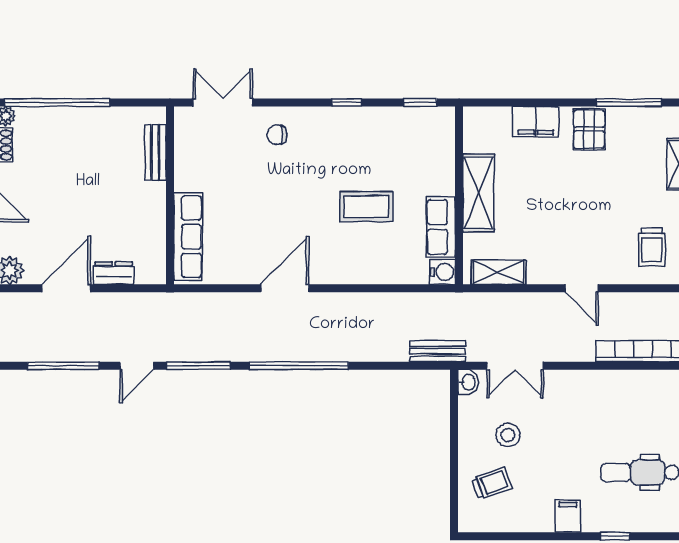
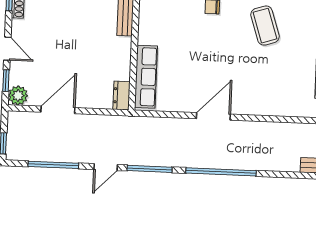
coffee table: (366, 206) -> (265, 26), moved, turned 72
dresser: (114, 273) -> (121, 95), moved, turned -90

